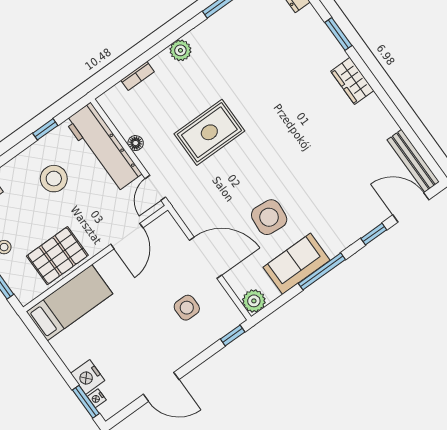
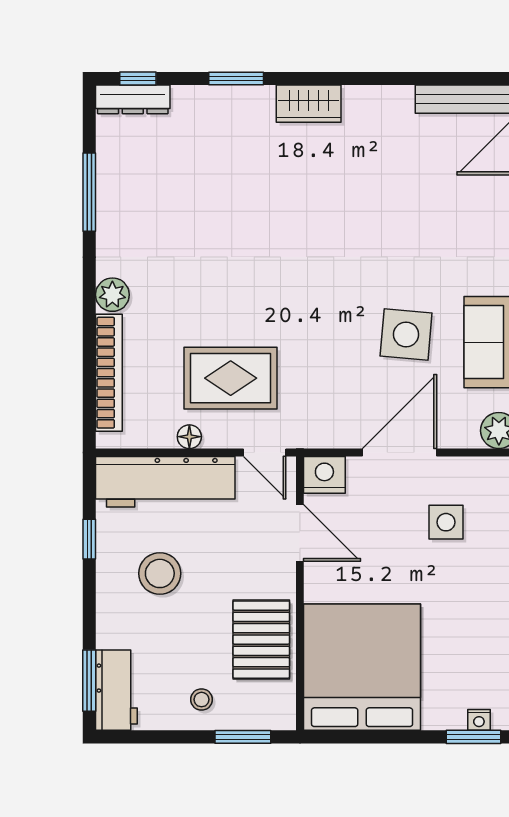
bookcase: (138, 76) -> (109, 373), width x2.31, depth x1.31
rug: (209, 132) -> (231, 378), moved, turned 90
bed: (69, 303) -> (362, 667), width x2.04
nightstand: (88, 377) -> (324, 475), moved, turned 180

